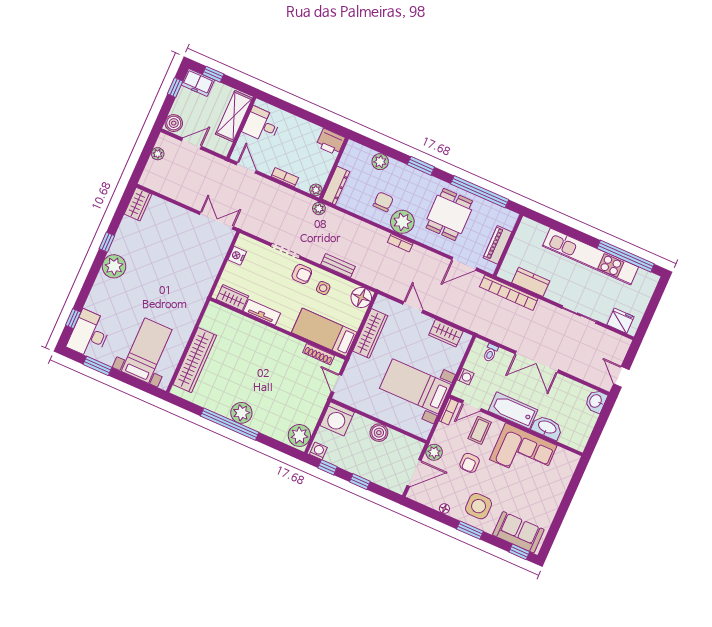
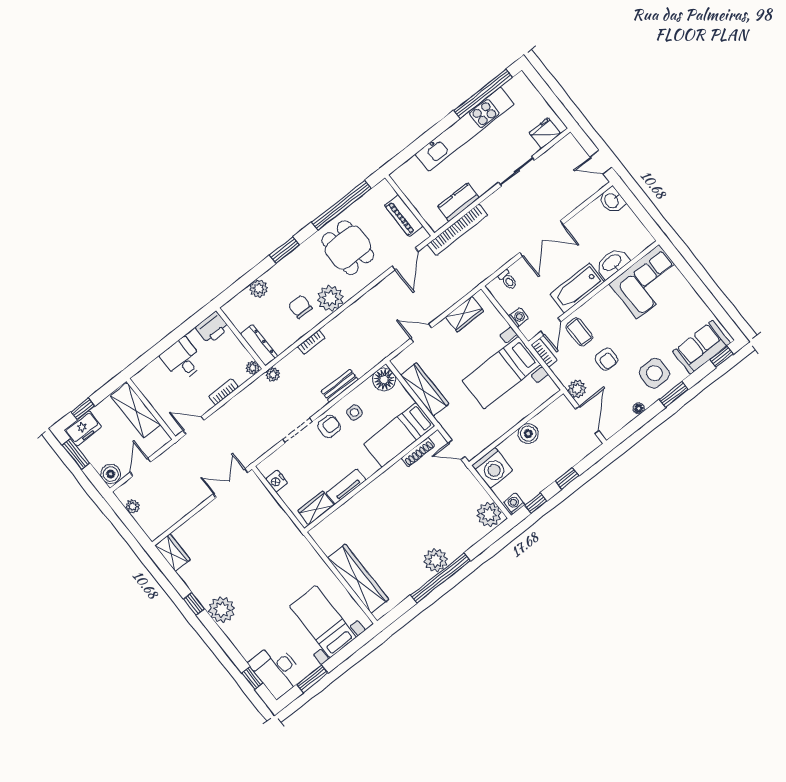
window: (175, 88) -> (76, 454), width x1.50
desk: (262, 125) -> (182, 359), moved, turned 90
bookcase: (400, 243) -> (311, 342), moved
corner sofa: (523, 453) -> (648, 282), moved

